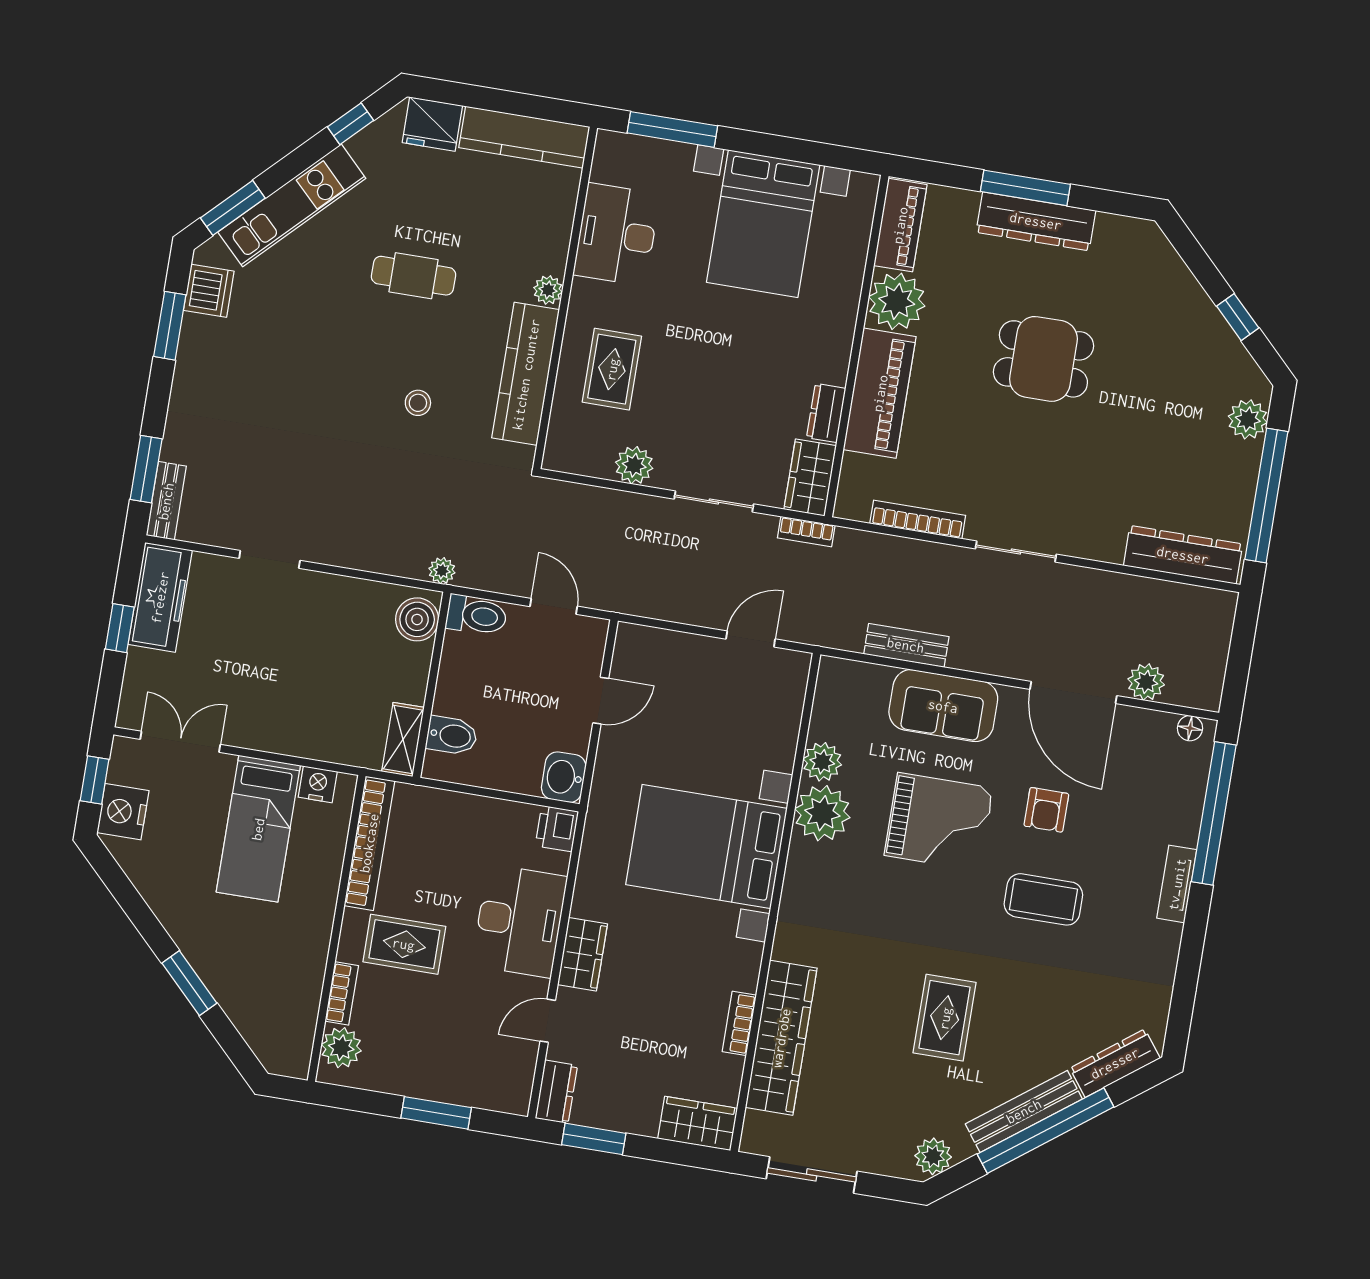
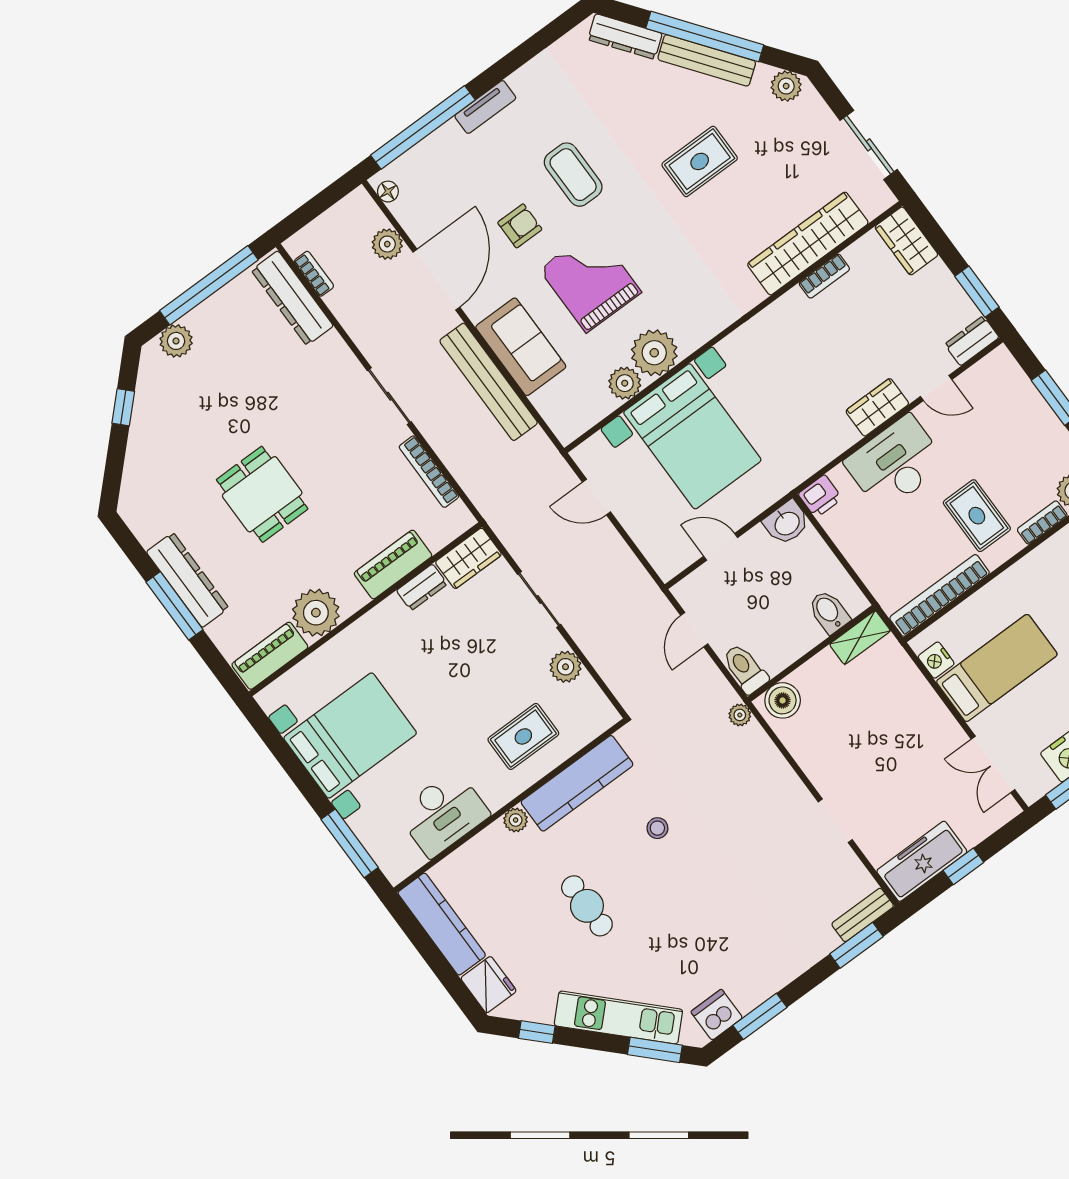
piano: (880, 393) -> (393, 565), width x0.73, depth x0.75
bookcase: (806, 532) -> (314, 274), moved
bench: (906, 645) -> (489, 382), width x1.86, depth x1.21
bed with nightstands: (706, 846) -> (692, 436), moved

